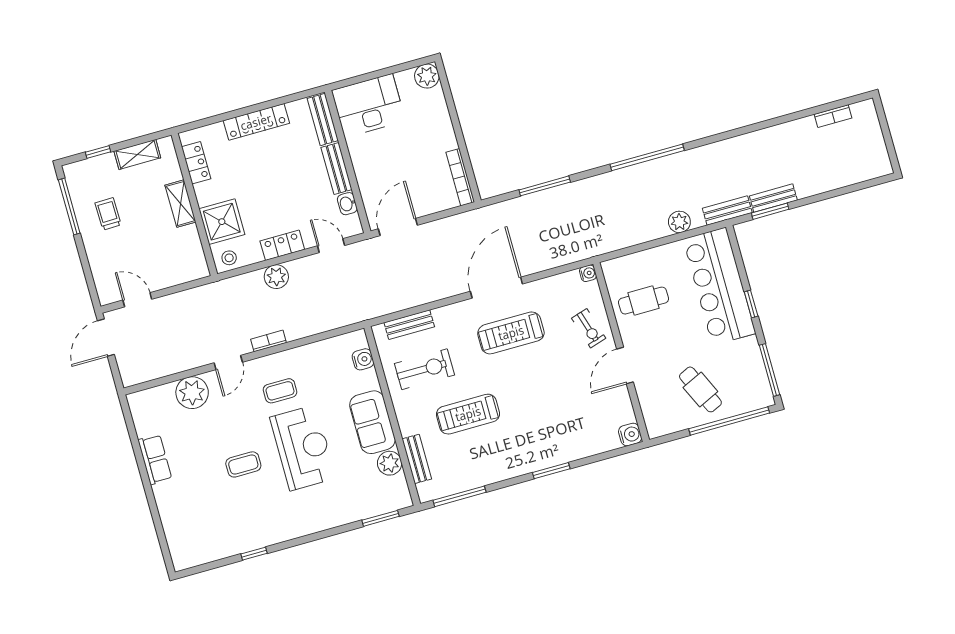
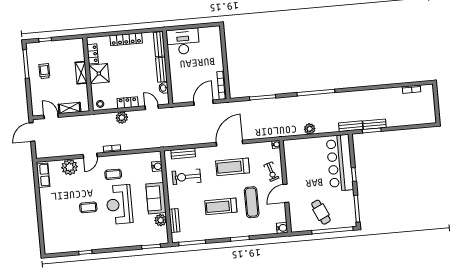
plant: (427, 76) -> (215, 32), removed
shelving: (137, 154) -> (70, 108), moved
shower: (222, 222) -> (99, 74), moved
plant: (679, 222) -> (310, 129), moved
door: (398, 227) -> (204, 103), moved
cafe table: (644, 301) -> (301, 163), removed
exercise bike: (424, 369) -> (187, 177), turned 180
exercise mat: (561, 395) -> (252, 202), added
treadmill: (468, 414) -> (221, 206), moved
reception desk: (303, 448) -> (119, 205), turned 180
row of seats: (155, 459) -> (43, 175), moved

